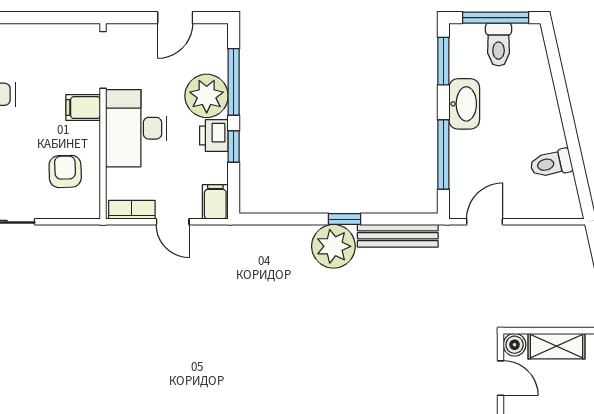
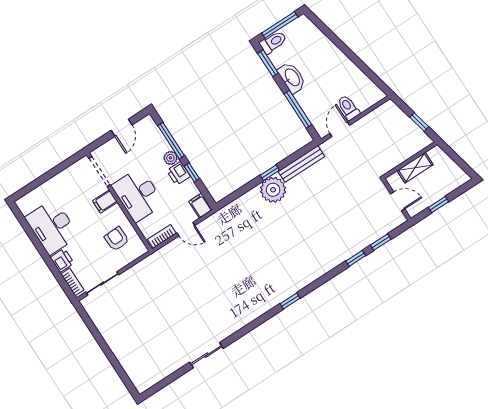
toilet: (499, 44) -> (273, 42), moved, turned -90
plant: (207, 96) -> (170, 158), width x0.53, depth x0.53
toilet: (551, 163) -> (348, 108), moved, turned 103
boiler: (515, 345) -> (394, 180), removed

